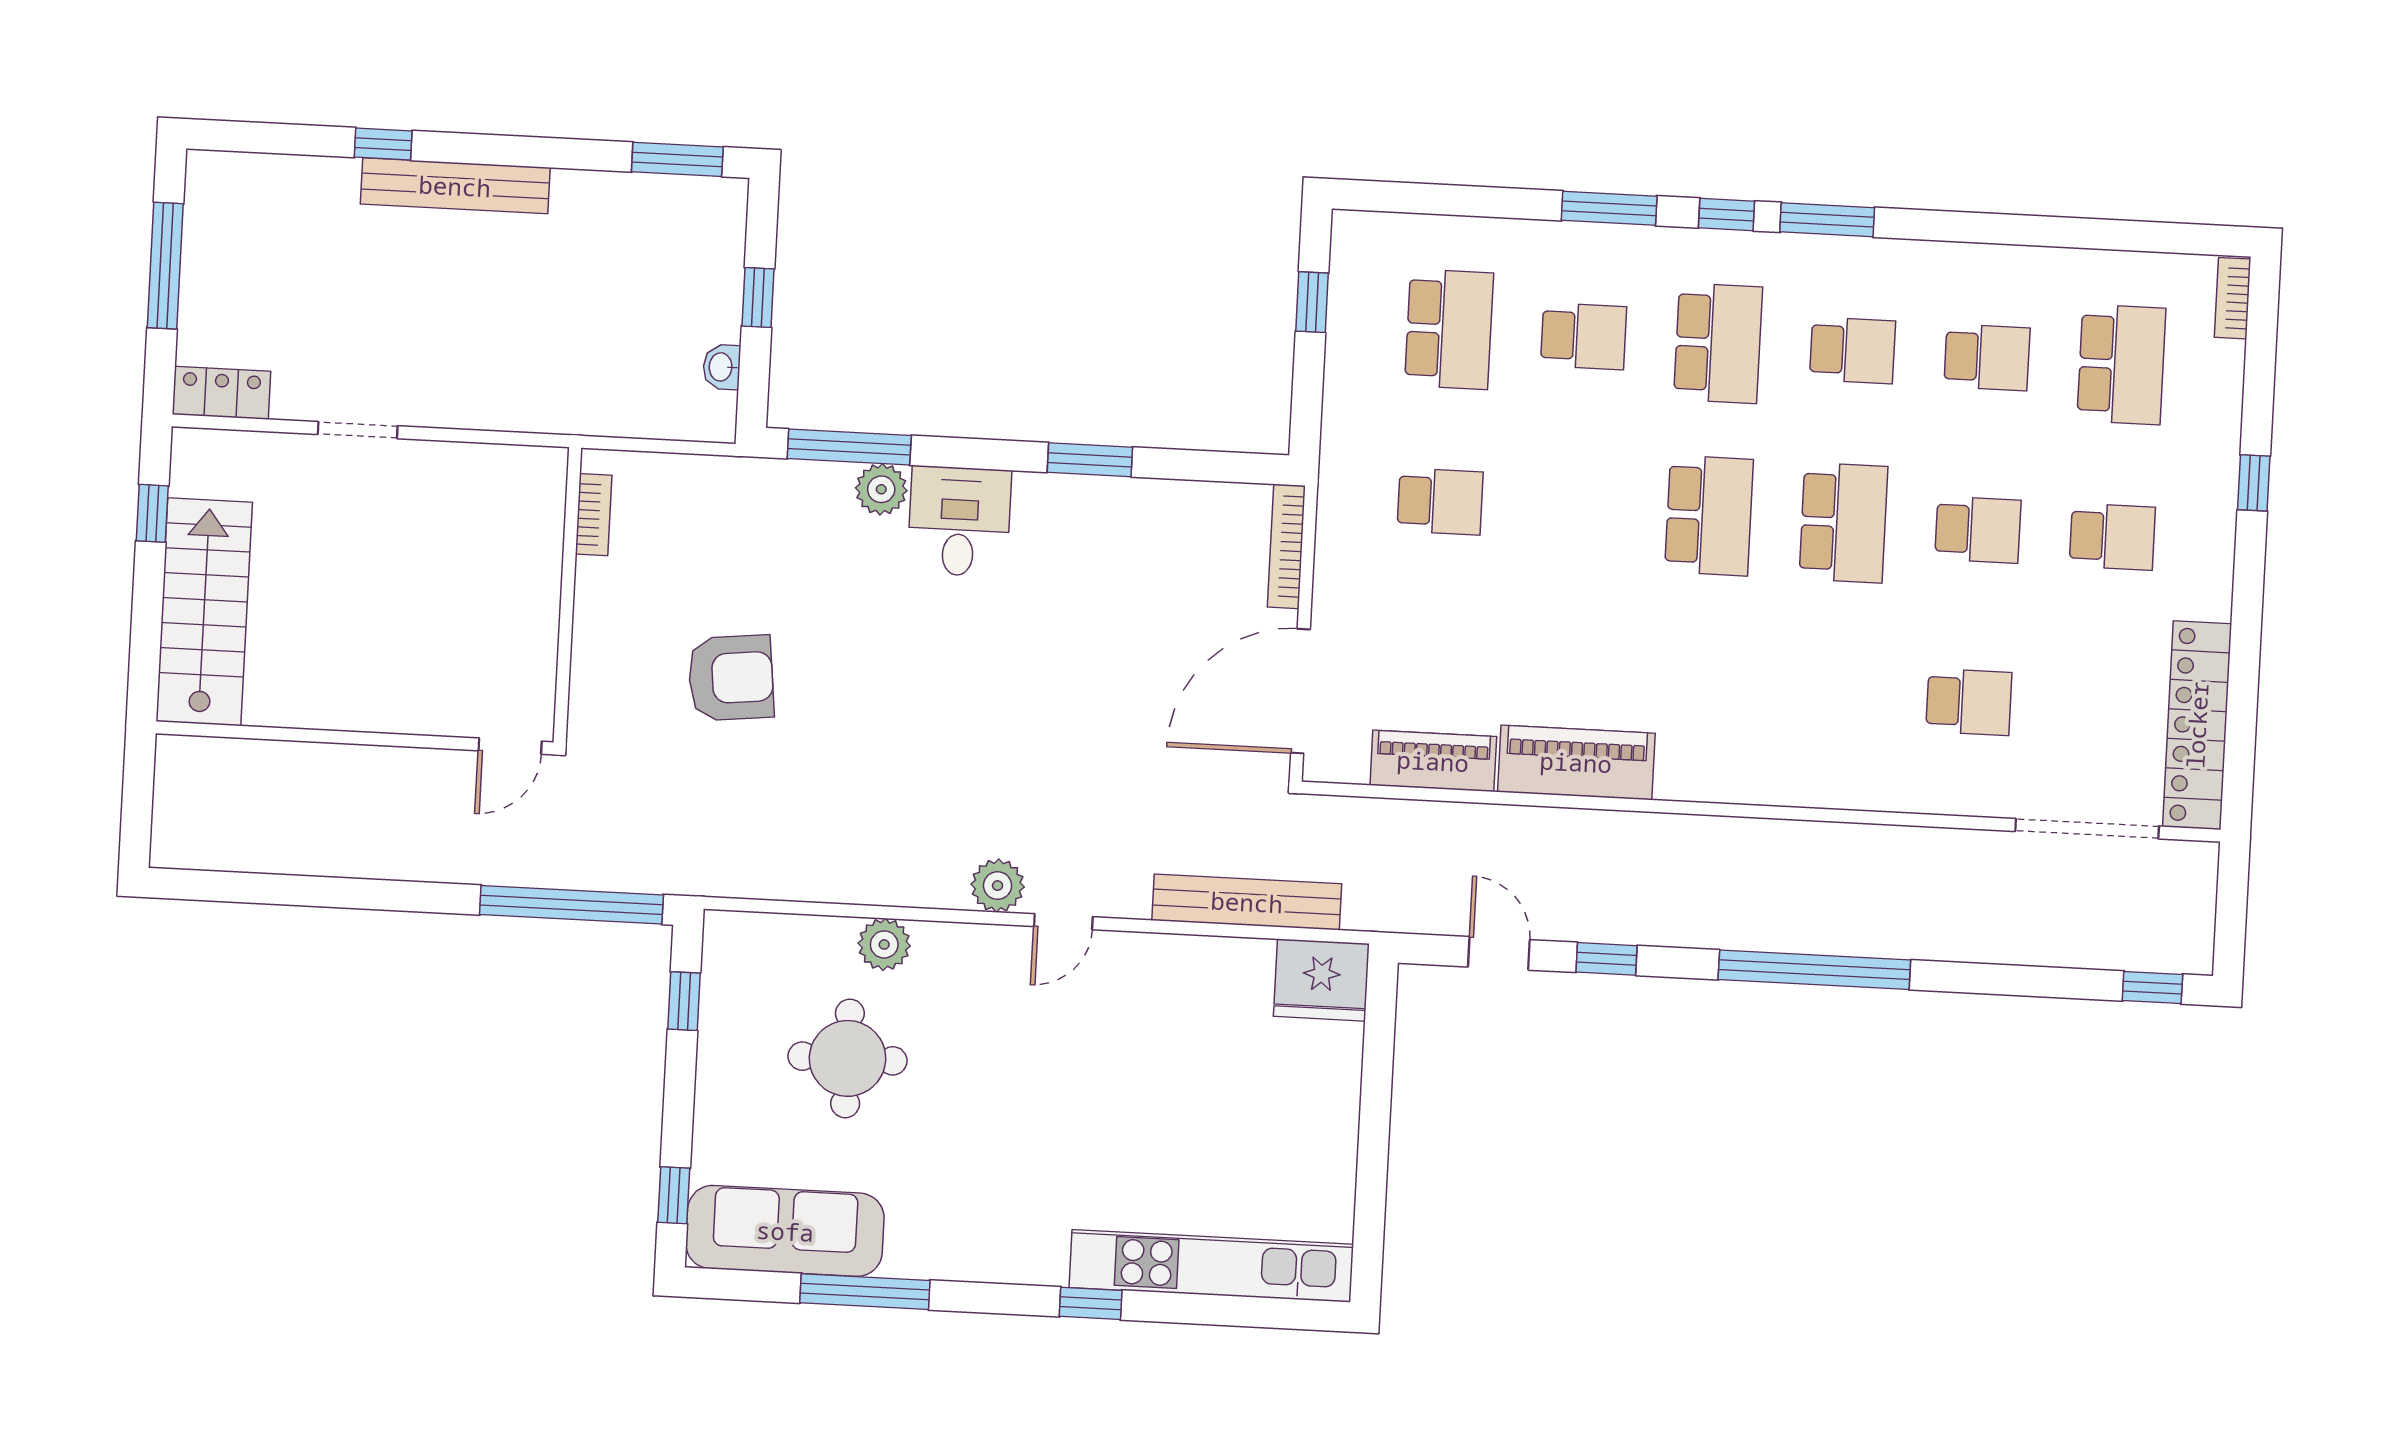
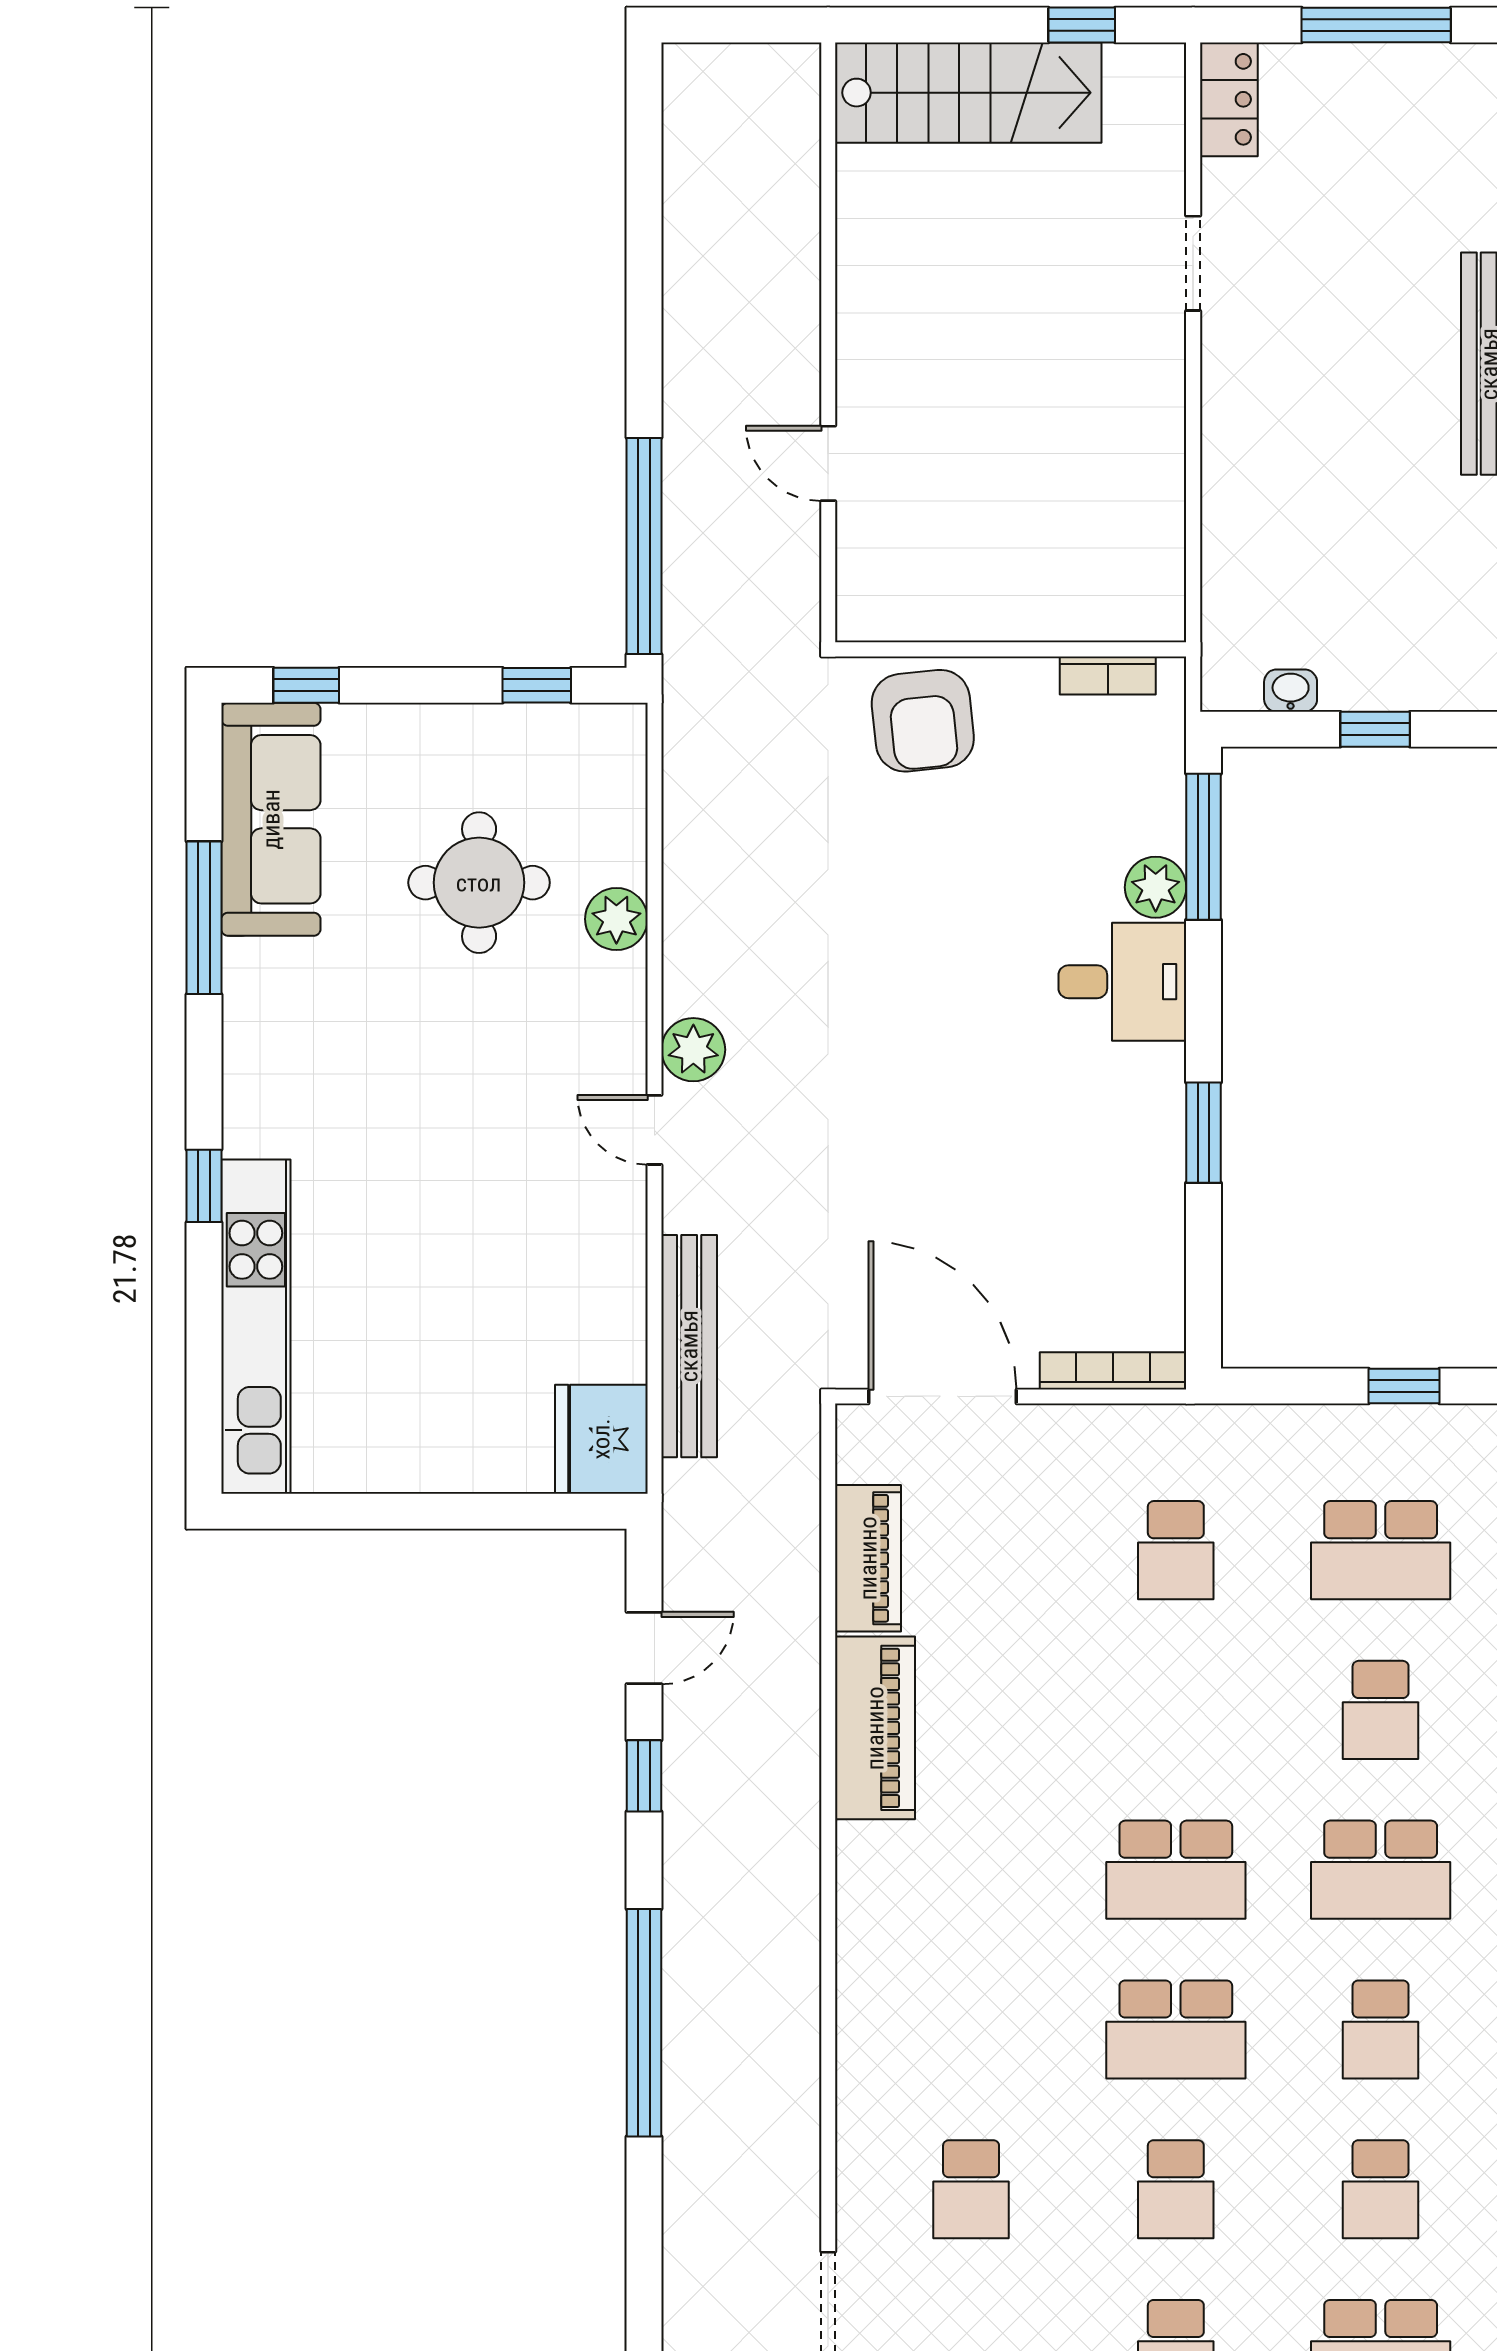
bookcase: (594, 515) -> (1108, 675), moved
wall: (567, 595) -> (1011, 649), moved

